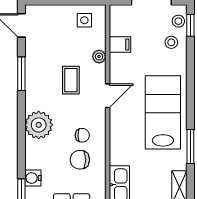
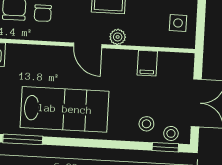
plant: (99, 57) -> (118, 37), moved

